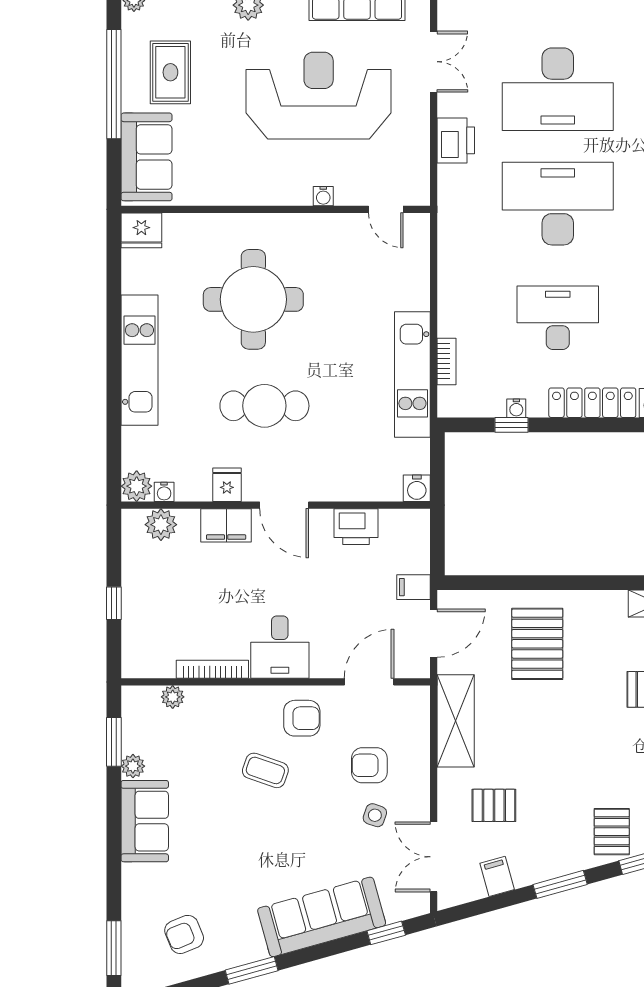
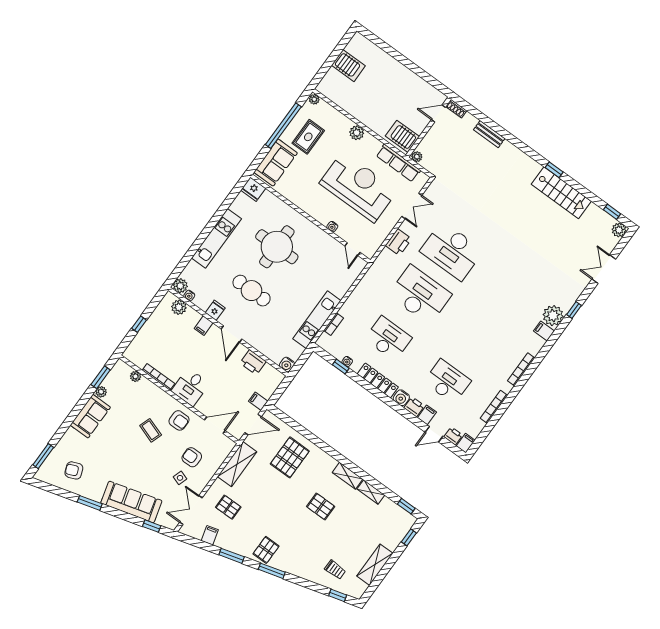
filing cabinet: (226, 525) -> (204, 326), width x0.50

